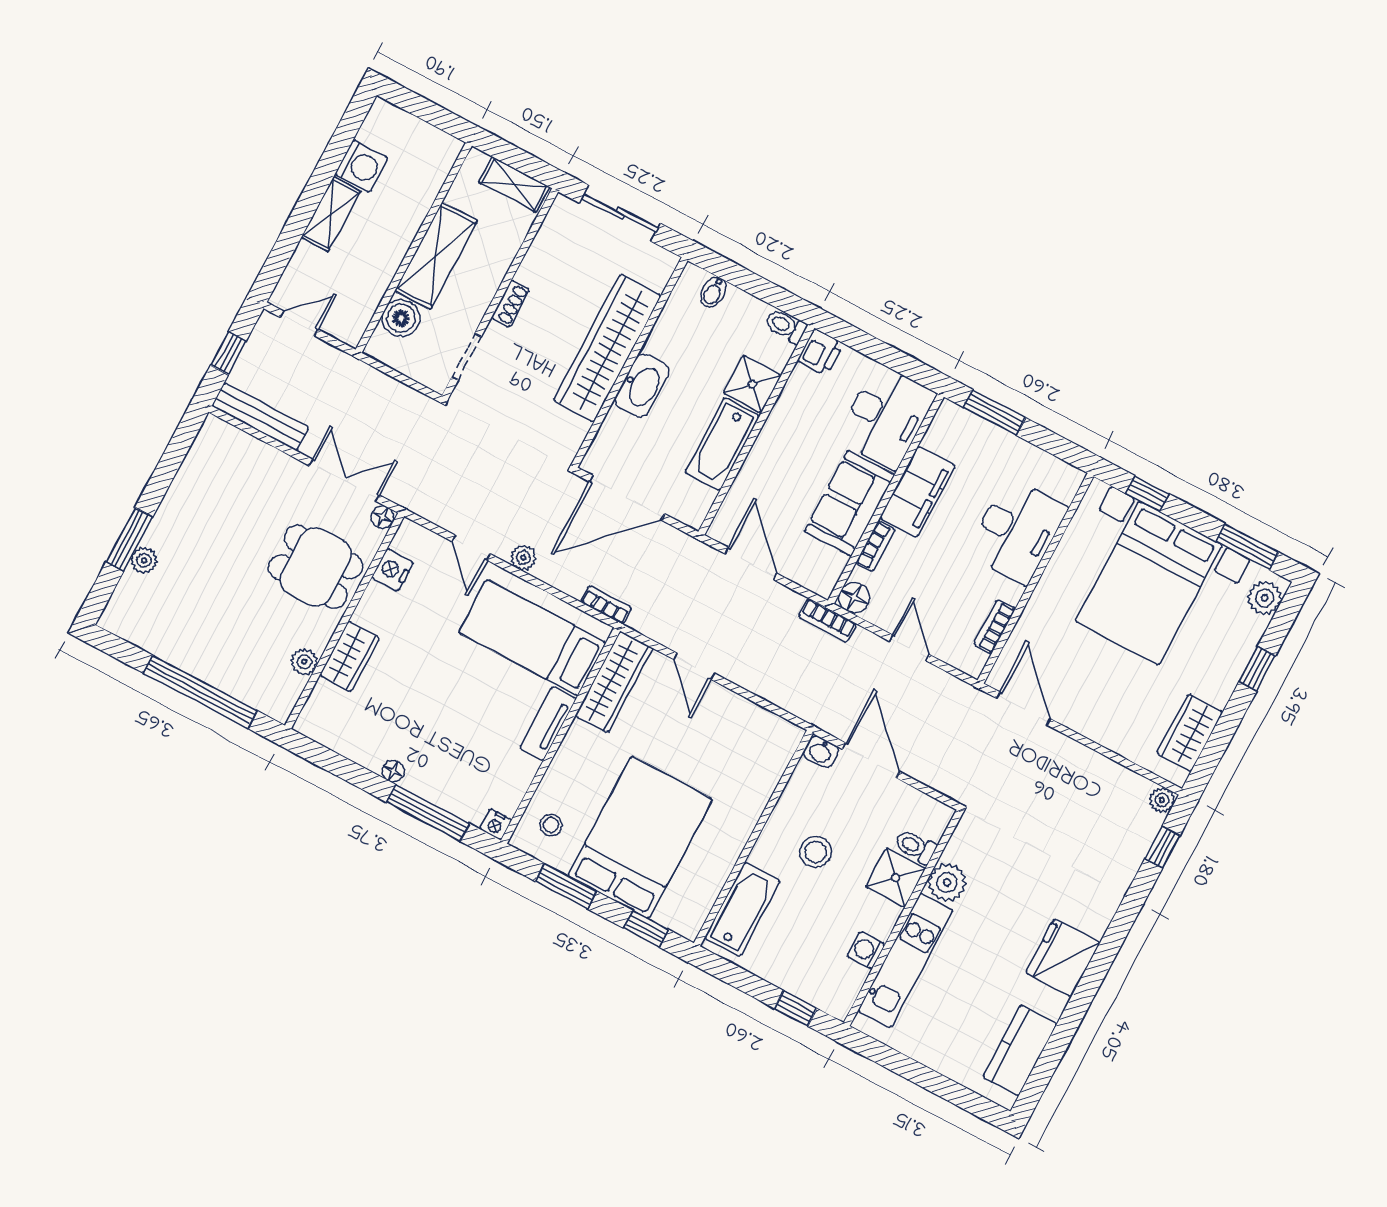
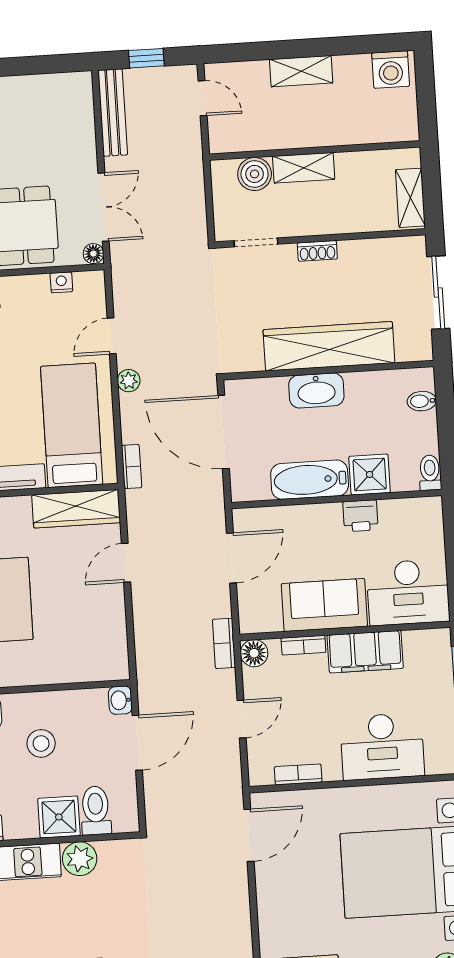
washing machine: (361, 166) -> (391, 70), moved
shelving: (436, 256) -> (304, 168), width x0.67, depth x0.75
printer: (820, 352) -> (360, 516), moved
nightstand: (392, 570) -> (61, 282), width x0.72, depth x0.74
toilet: (915, 847) -> (96, 810), width x1.37, depth x1.39

